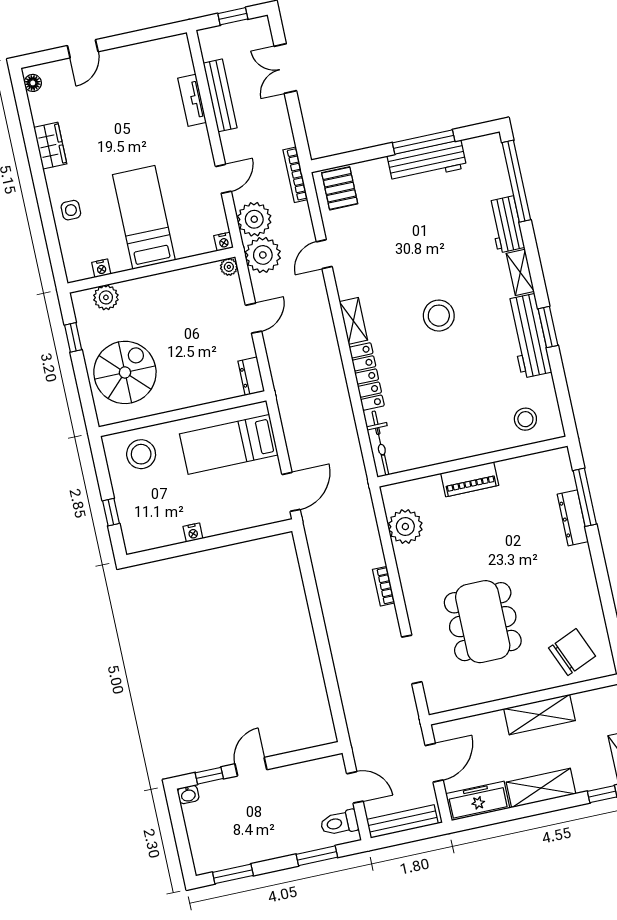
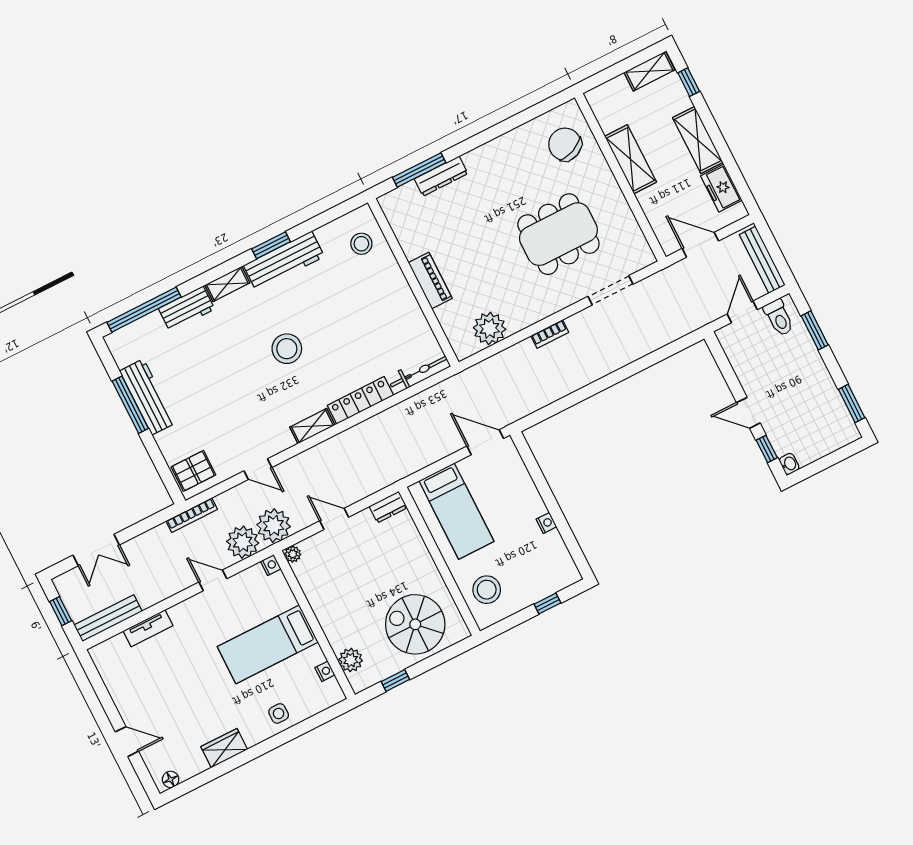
bench: (220, 95) -> (108, 618), moved
freezer: (478, 801) -> (721, 188), width x0.71

